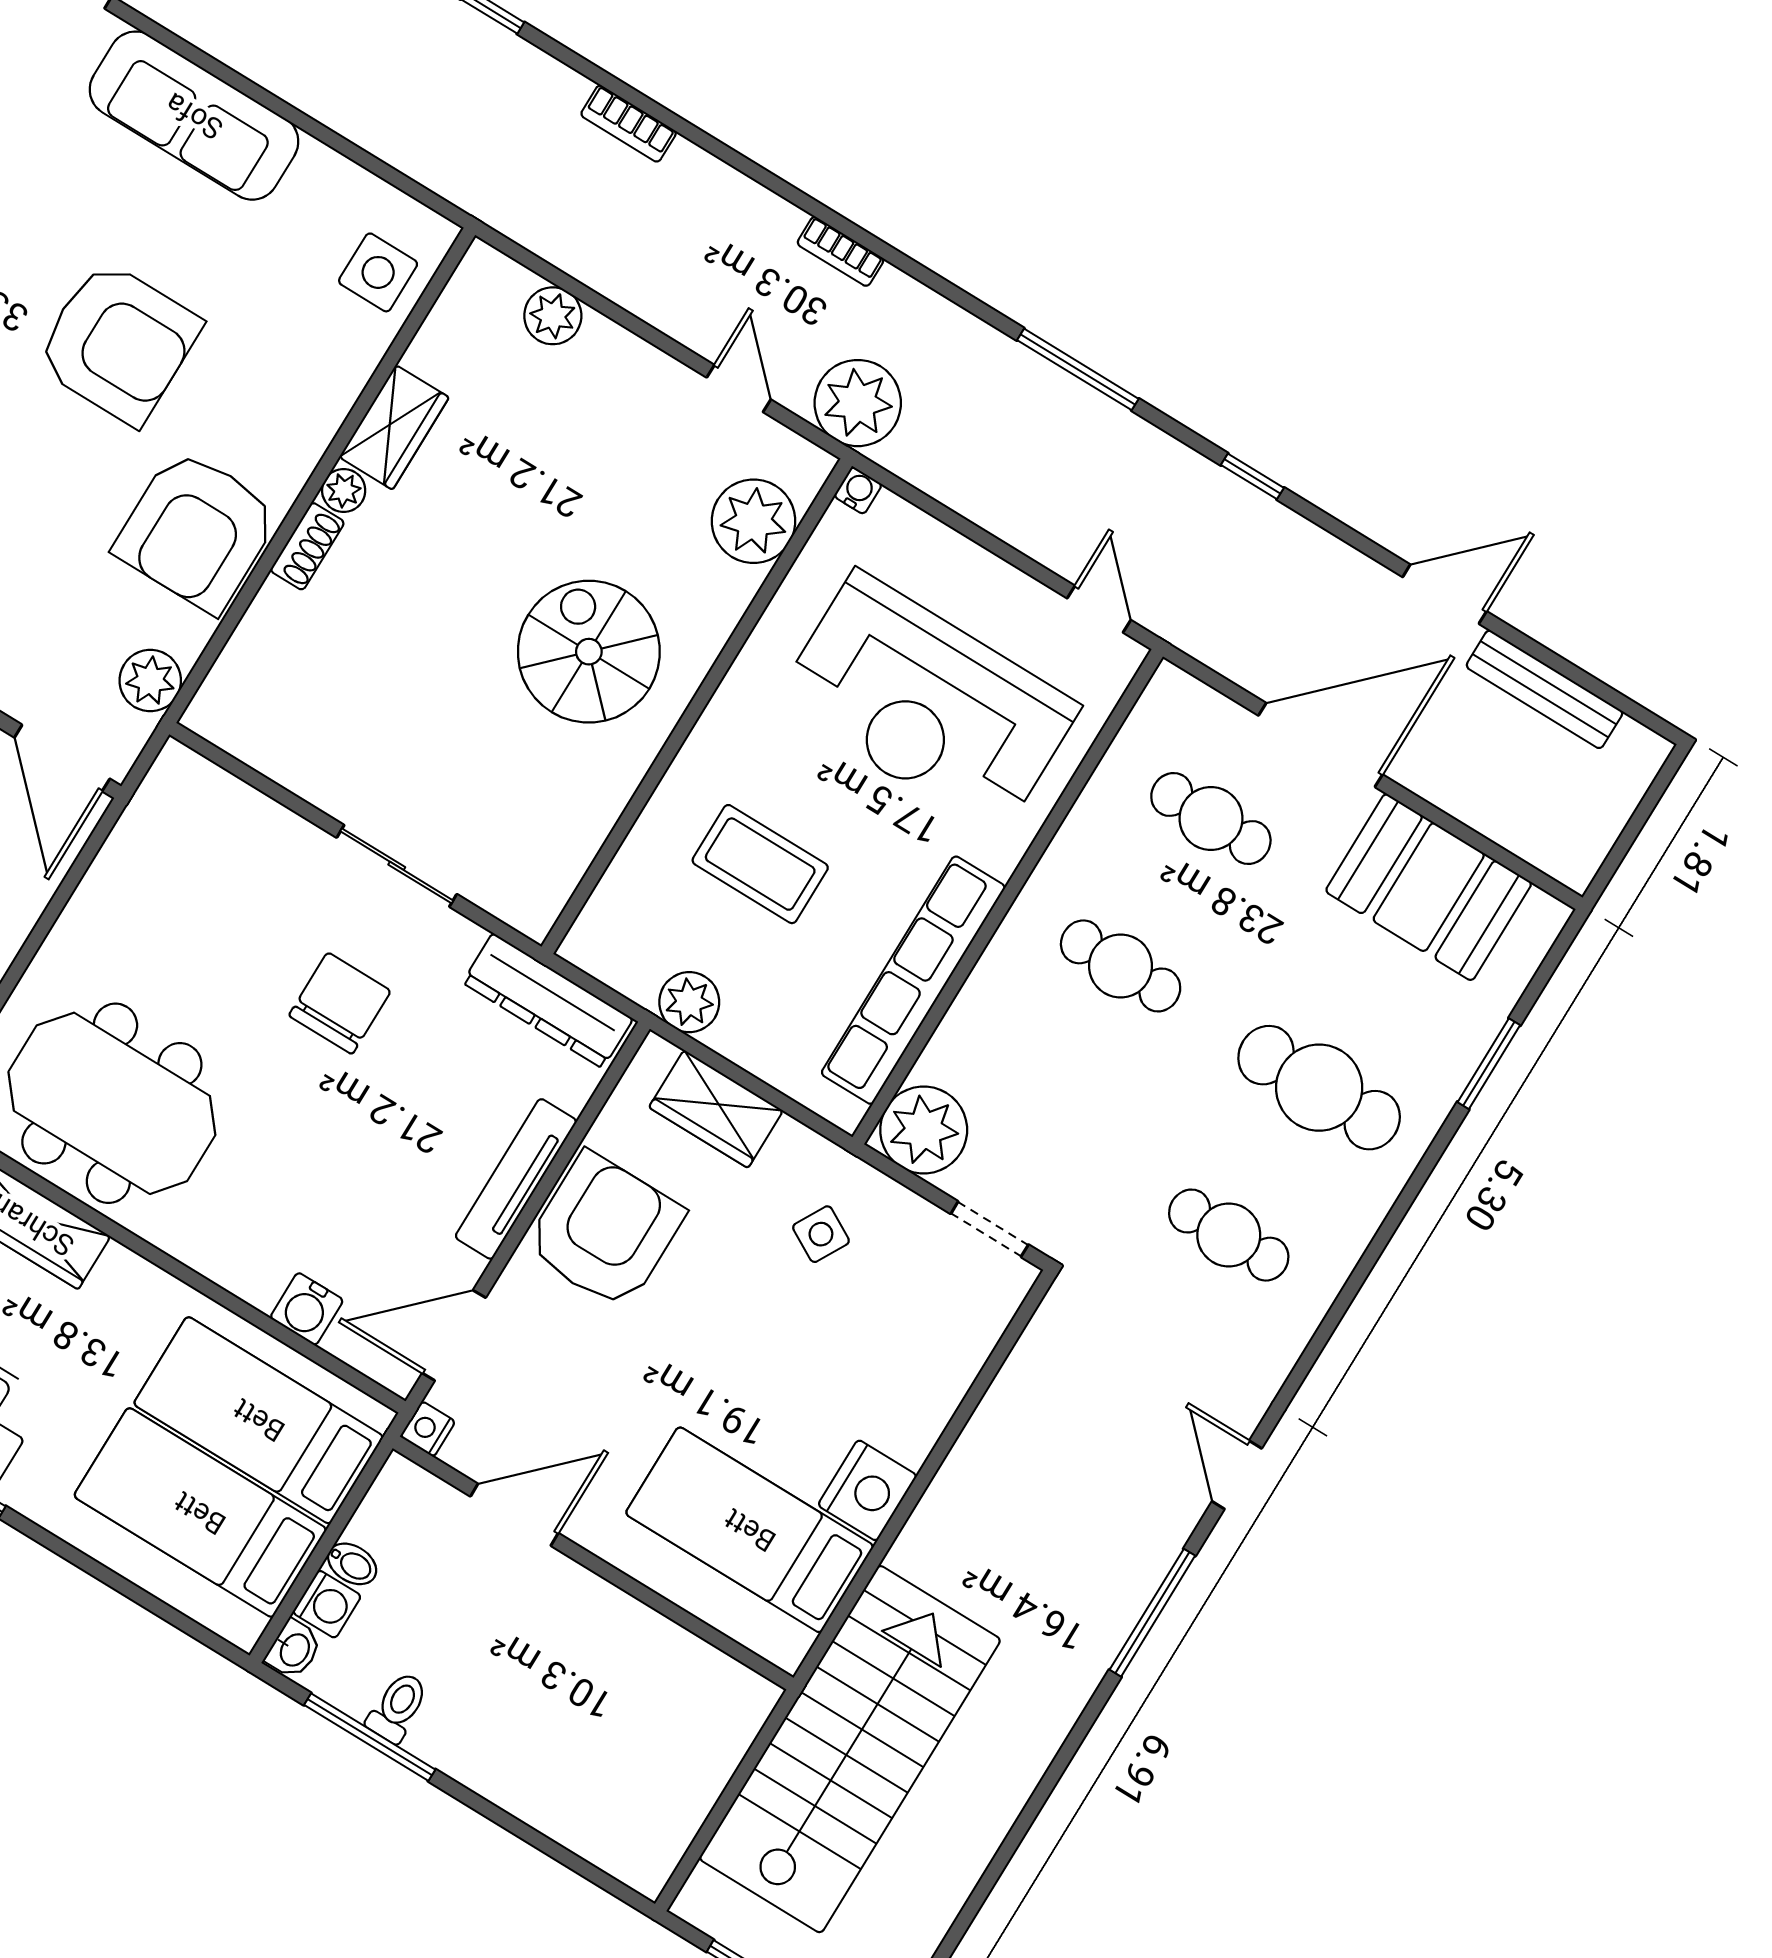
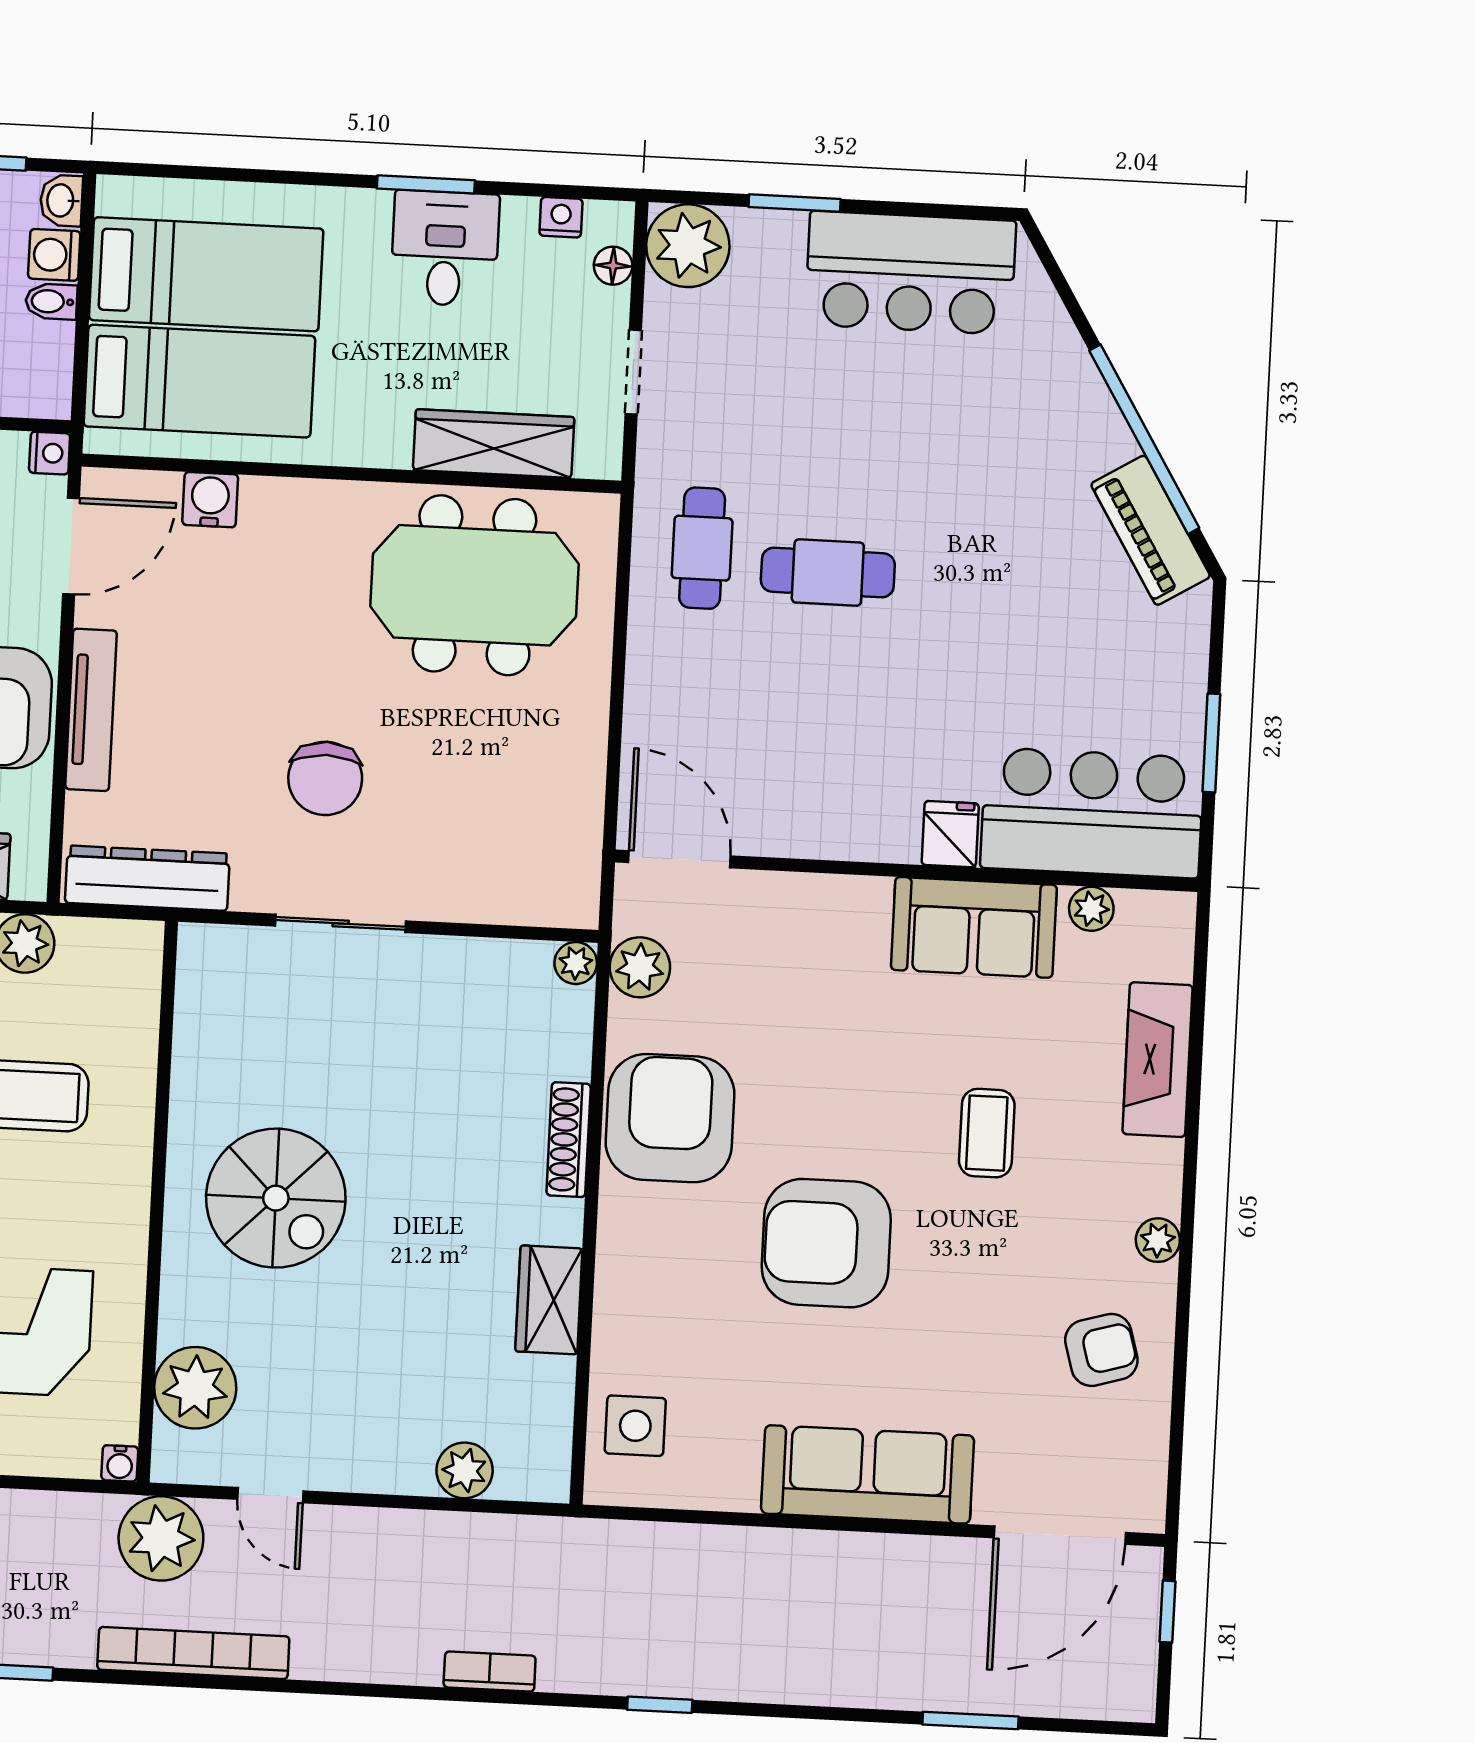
bookcase: (840, 251) -> (193, 1653), width x2.31, depth x1.31
plant: (344, 490) -> (576, 963), moved
shoe rack: (307, 546) -> (569, 1140), width x1.43

